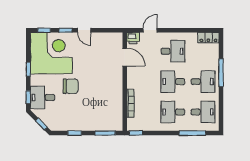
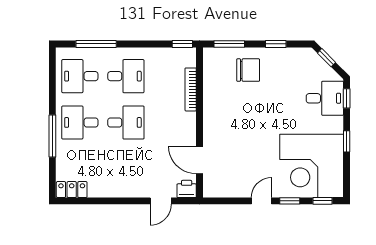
door: (84, 30) -> (261, 201), hinge flipped
desk: (173, 51) -> (126, 169), removed
chair: (71, 86) -> (248, 70), moved, turned 180

